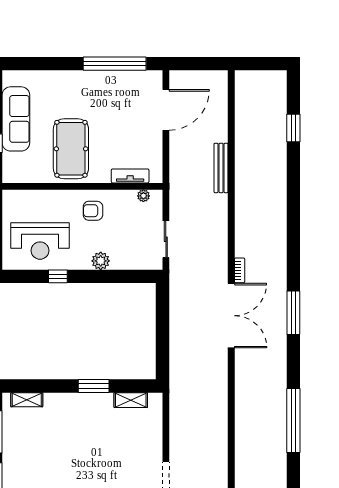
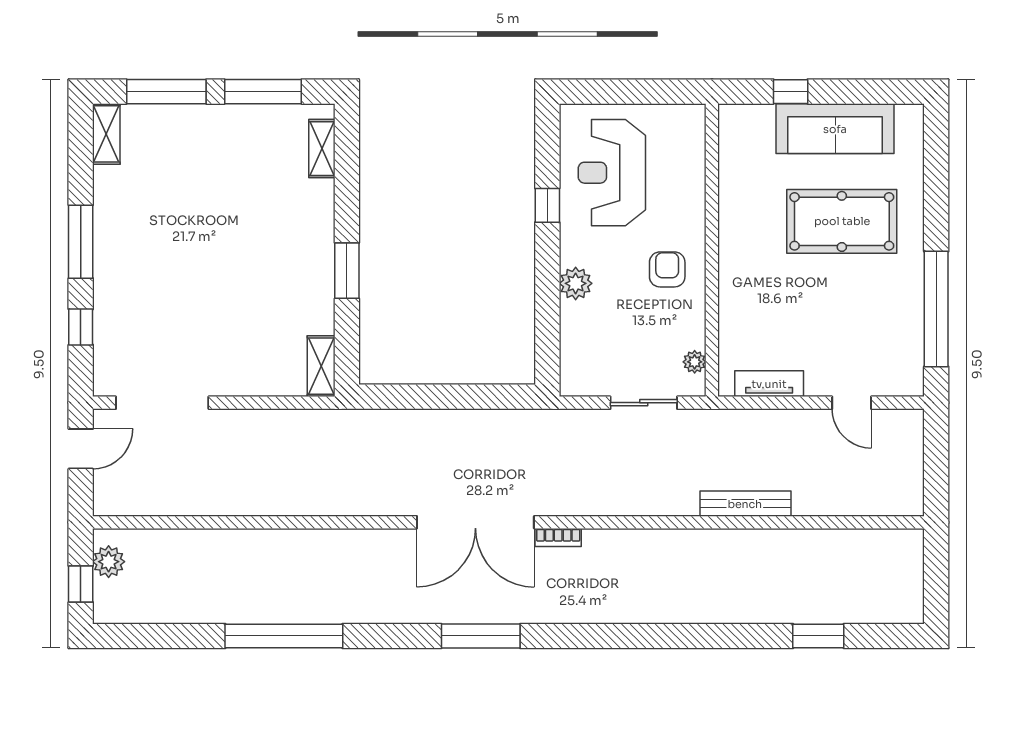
door: (166, 110) -> (852, 403), width x0.53
pool table: (71, 149) -> (842, 221), moved
tv unit: (130, 176) -> (769, 384), moved, turned -90
sliding door: (166, 239) -> (644, 403), moved
shelving: (131, 400) -> (321, 366), moved

